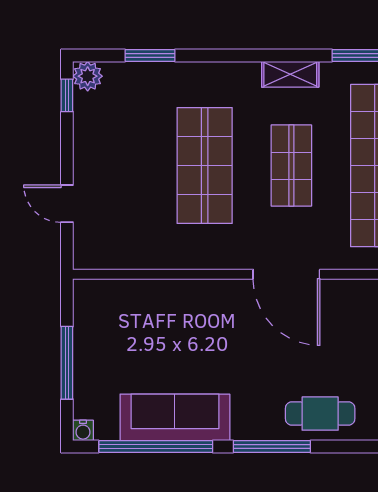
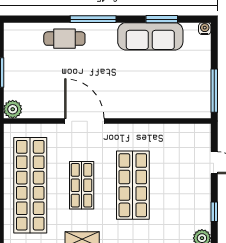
window: (67, 95) -> (214, 212), moved
window: (67, 363) -> (214, 91), moved
window: (156, 447) -> (162, 19), width x0.47

